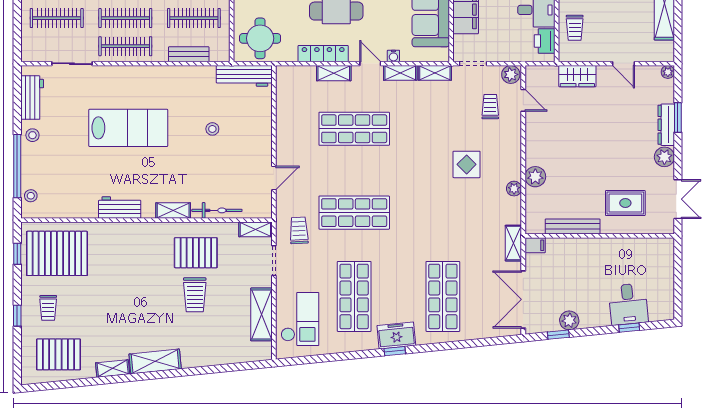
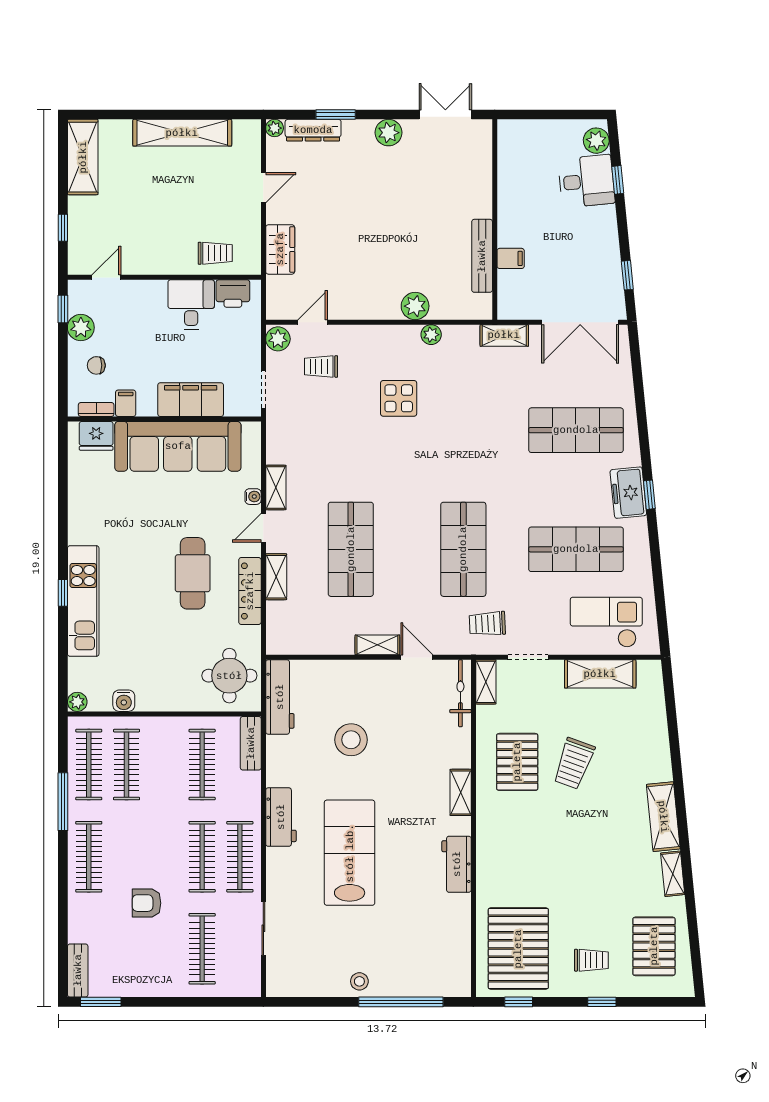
bench: (189, 54) -> (251, 743), moved
shelving: (435, 73) -> (377, 645), moved, turned 90
workbench: (32, 98) -> (281, 817), moved, turned 90
dresser: (666, 125) -> (313, 130), moved
stool: (212, 129) -> (351, 740), width x1.89, depth x1.89
stool: (31, 196) -> (441, 984), removed
rug: (625, 203) -> (451, 185), removed
bicycle: (217, 210) -> (460, 693), moved
filing cabinet: (535, 245) -> (511, 258), moved, turned 90
trolley: (195, 295) -> (574, 763), turned 110
plant: (569, 320) -> (596, 141), moved

